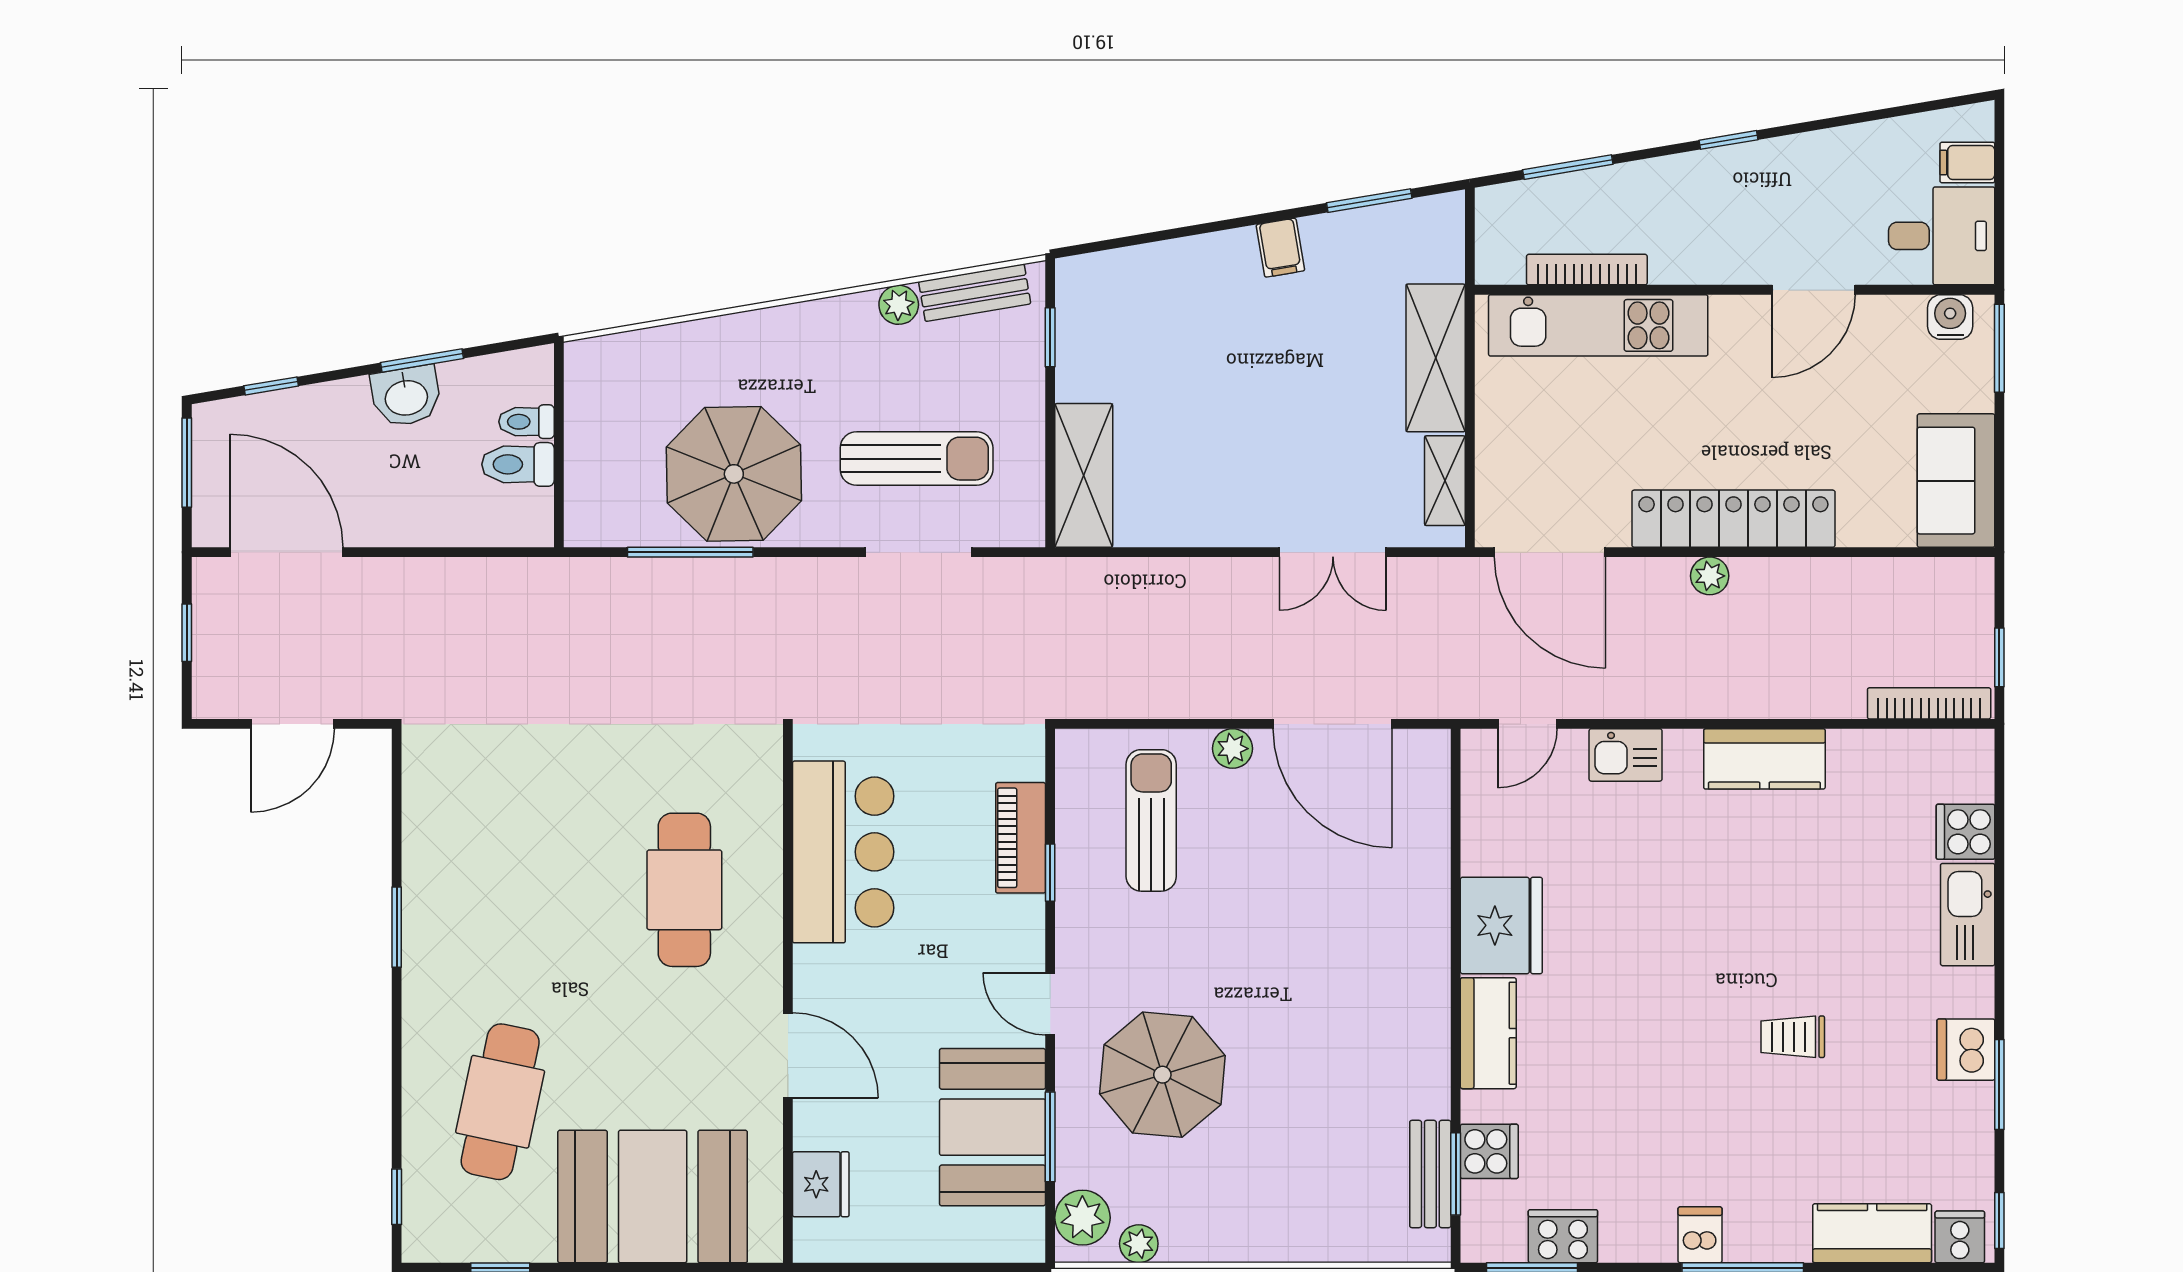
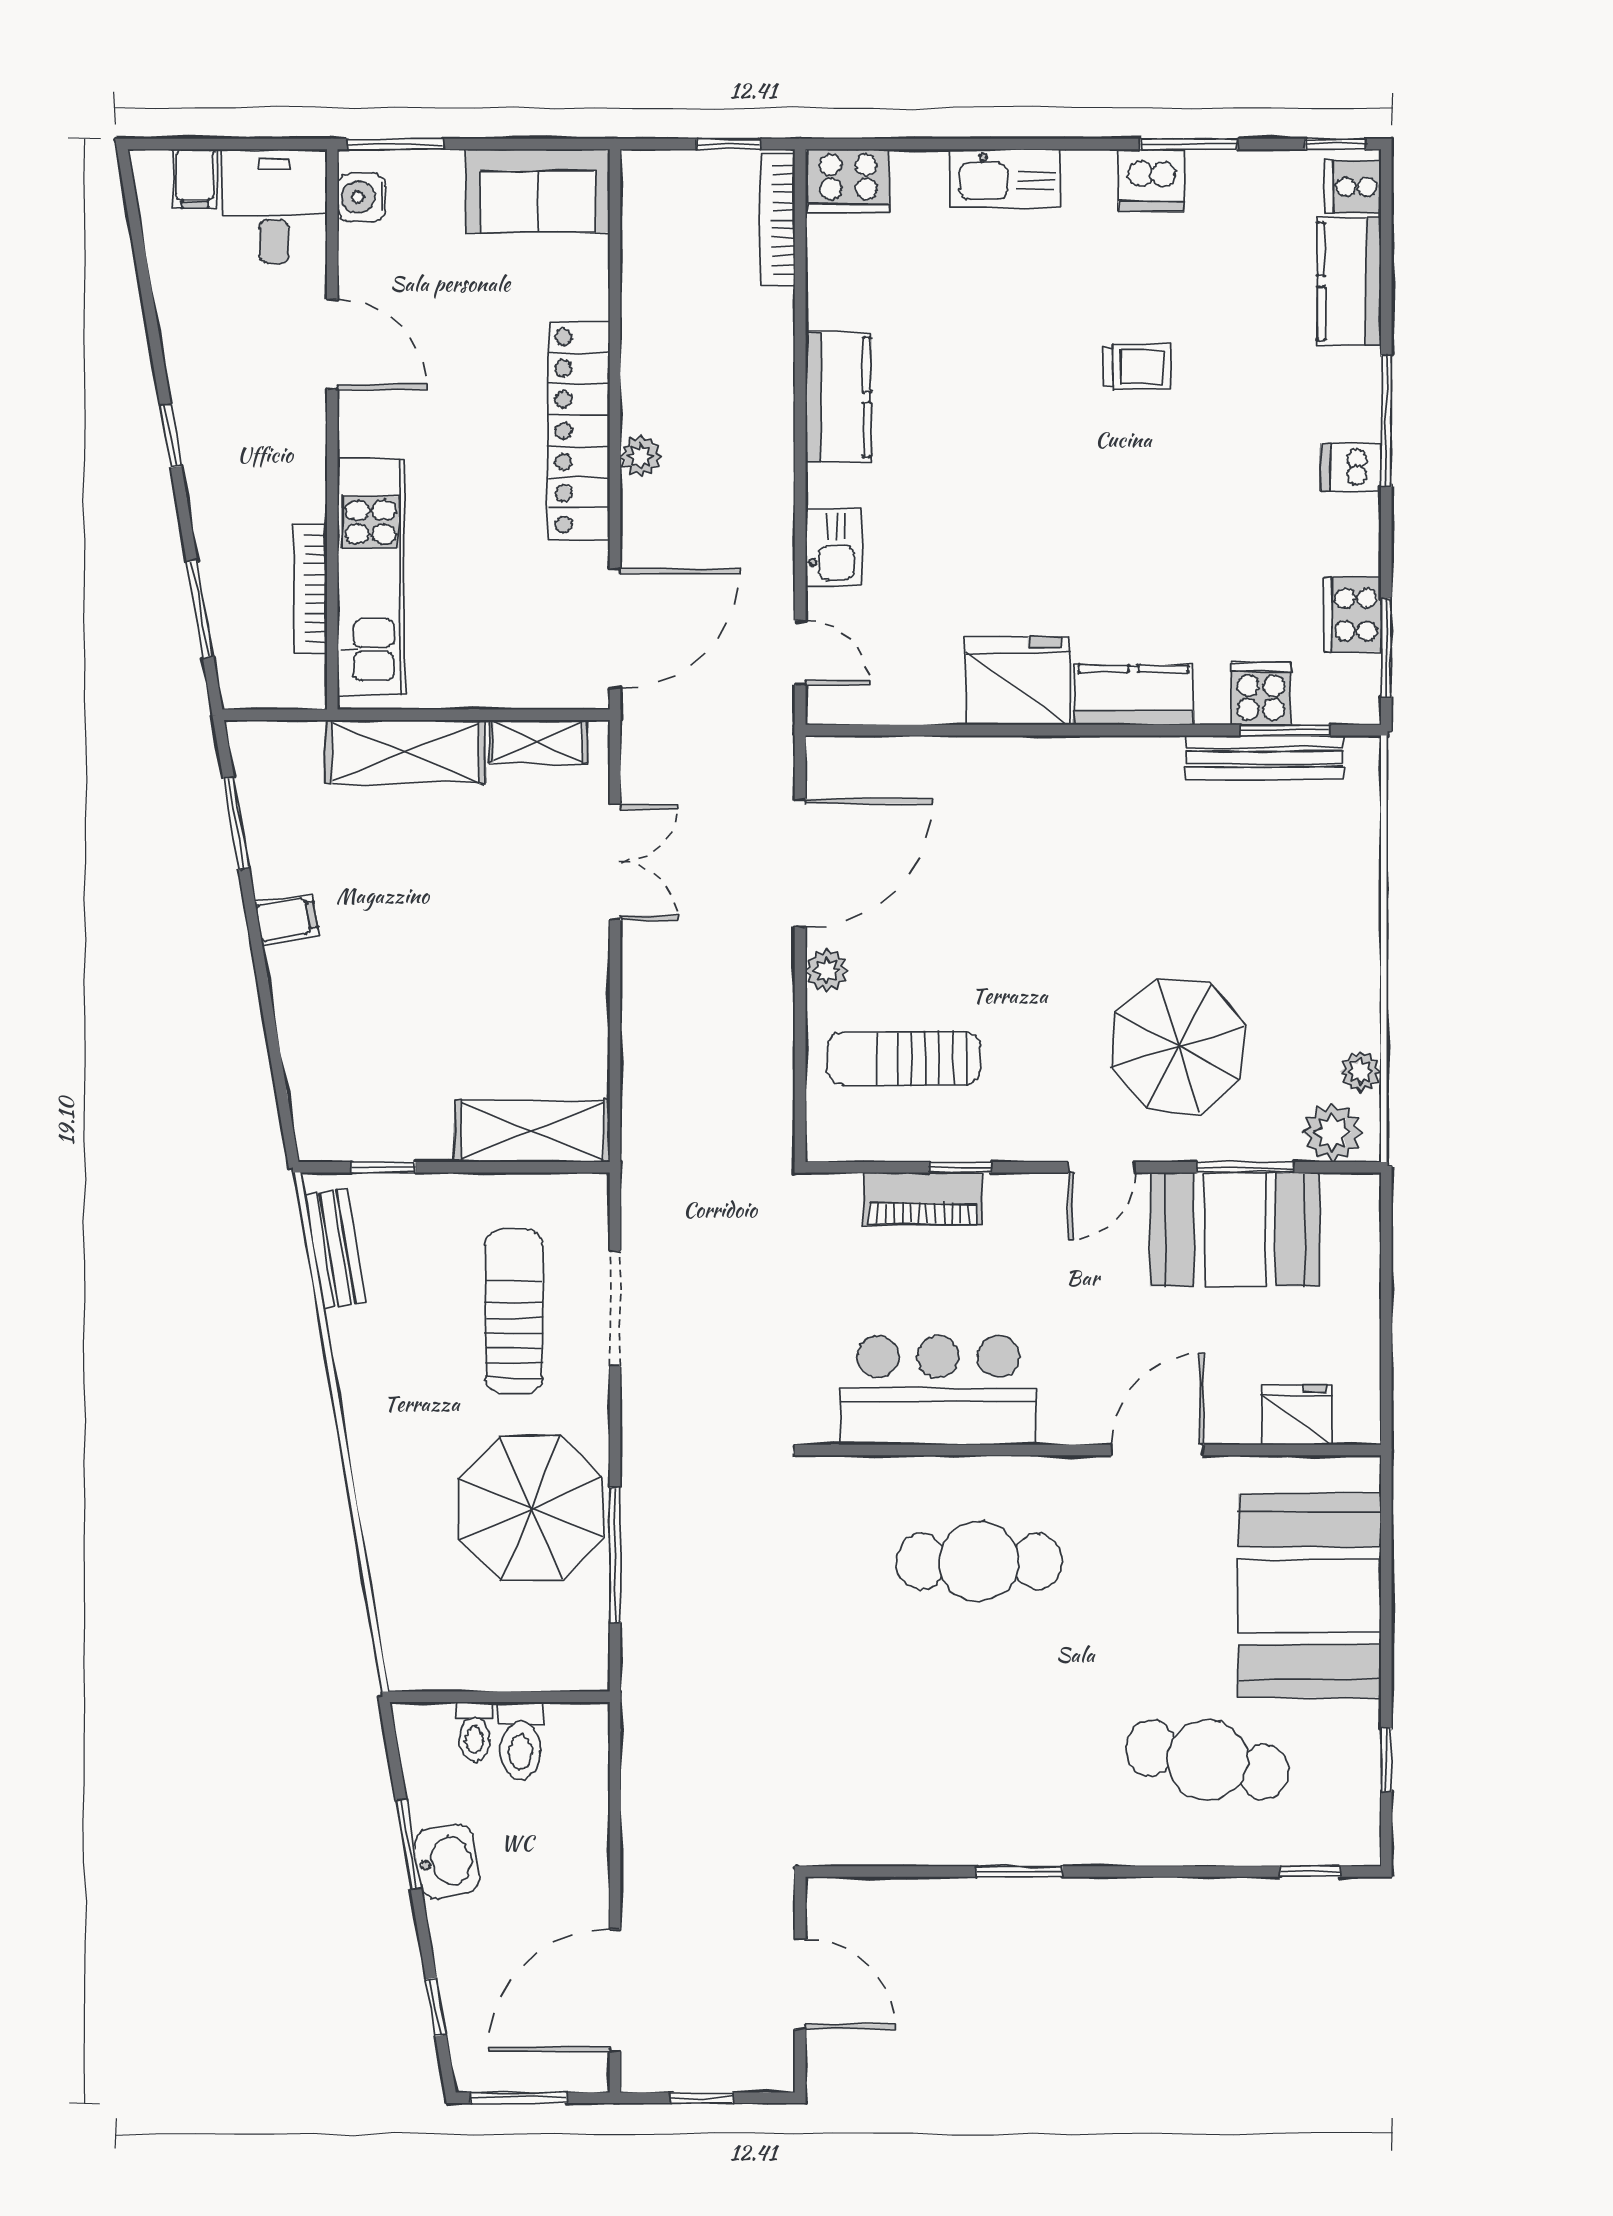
plant: (899, 305) -> (348, 1330), removed
cooker: (1965, 832) -> (848, 181), moved, width x1.36
trolley: (1793, 1037) -> (1137, 367), turned -90
bench: (1430, 1174) -> (1264, 757), width x1.36

